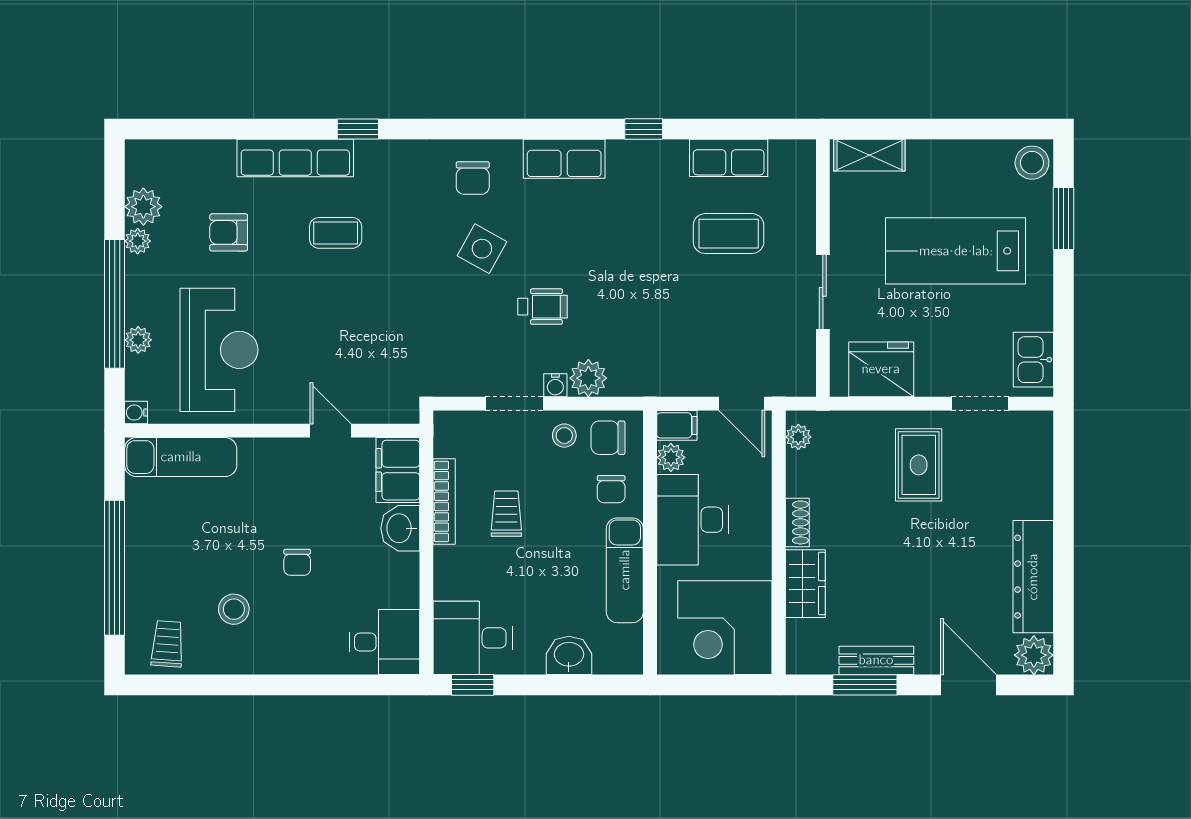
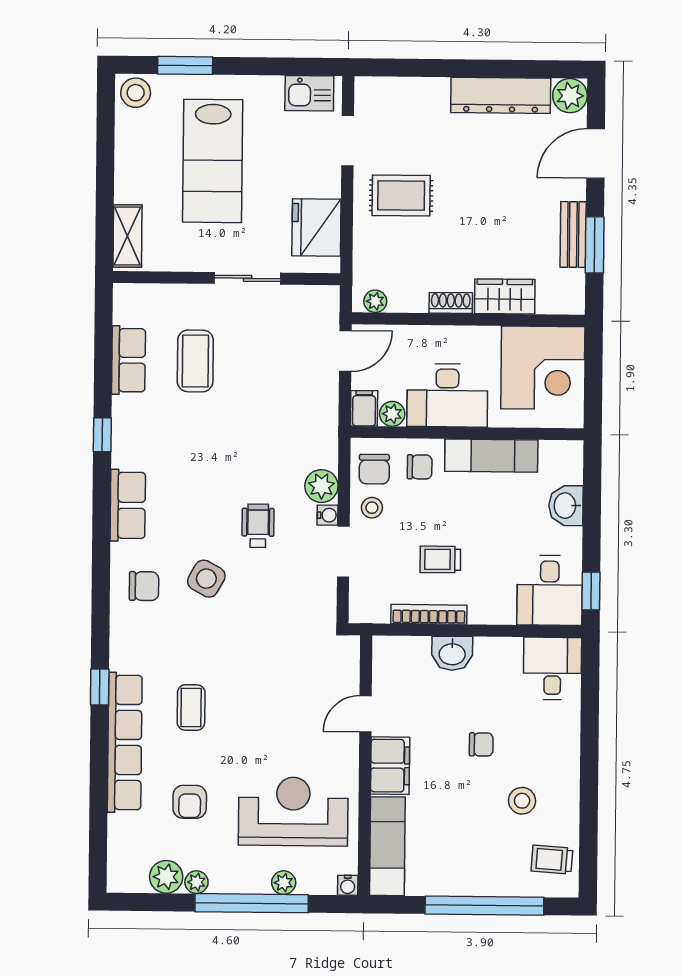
row of seats: (295, 158) -> (125, 742), width x1.36
filing cabinet: (398, 470) -> (390, 766), moved, turned -90

